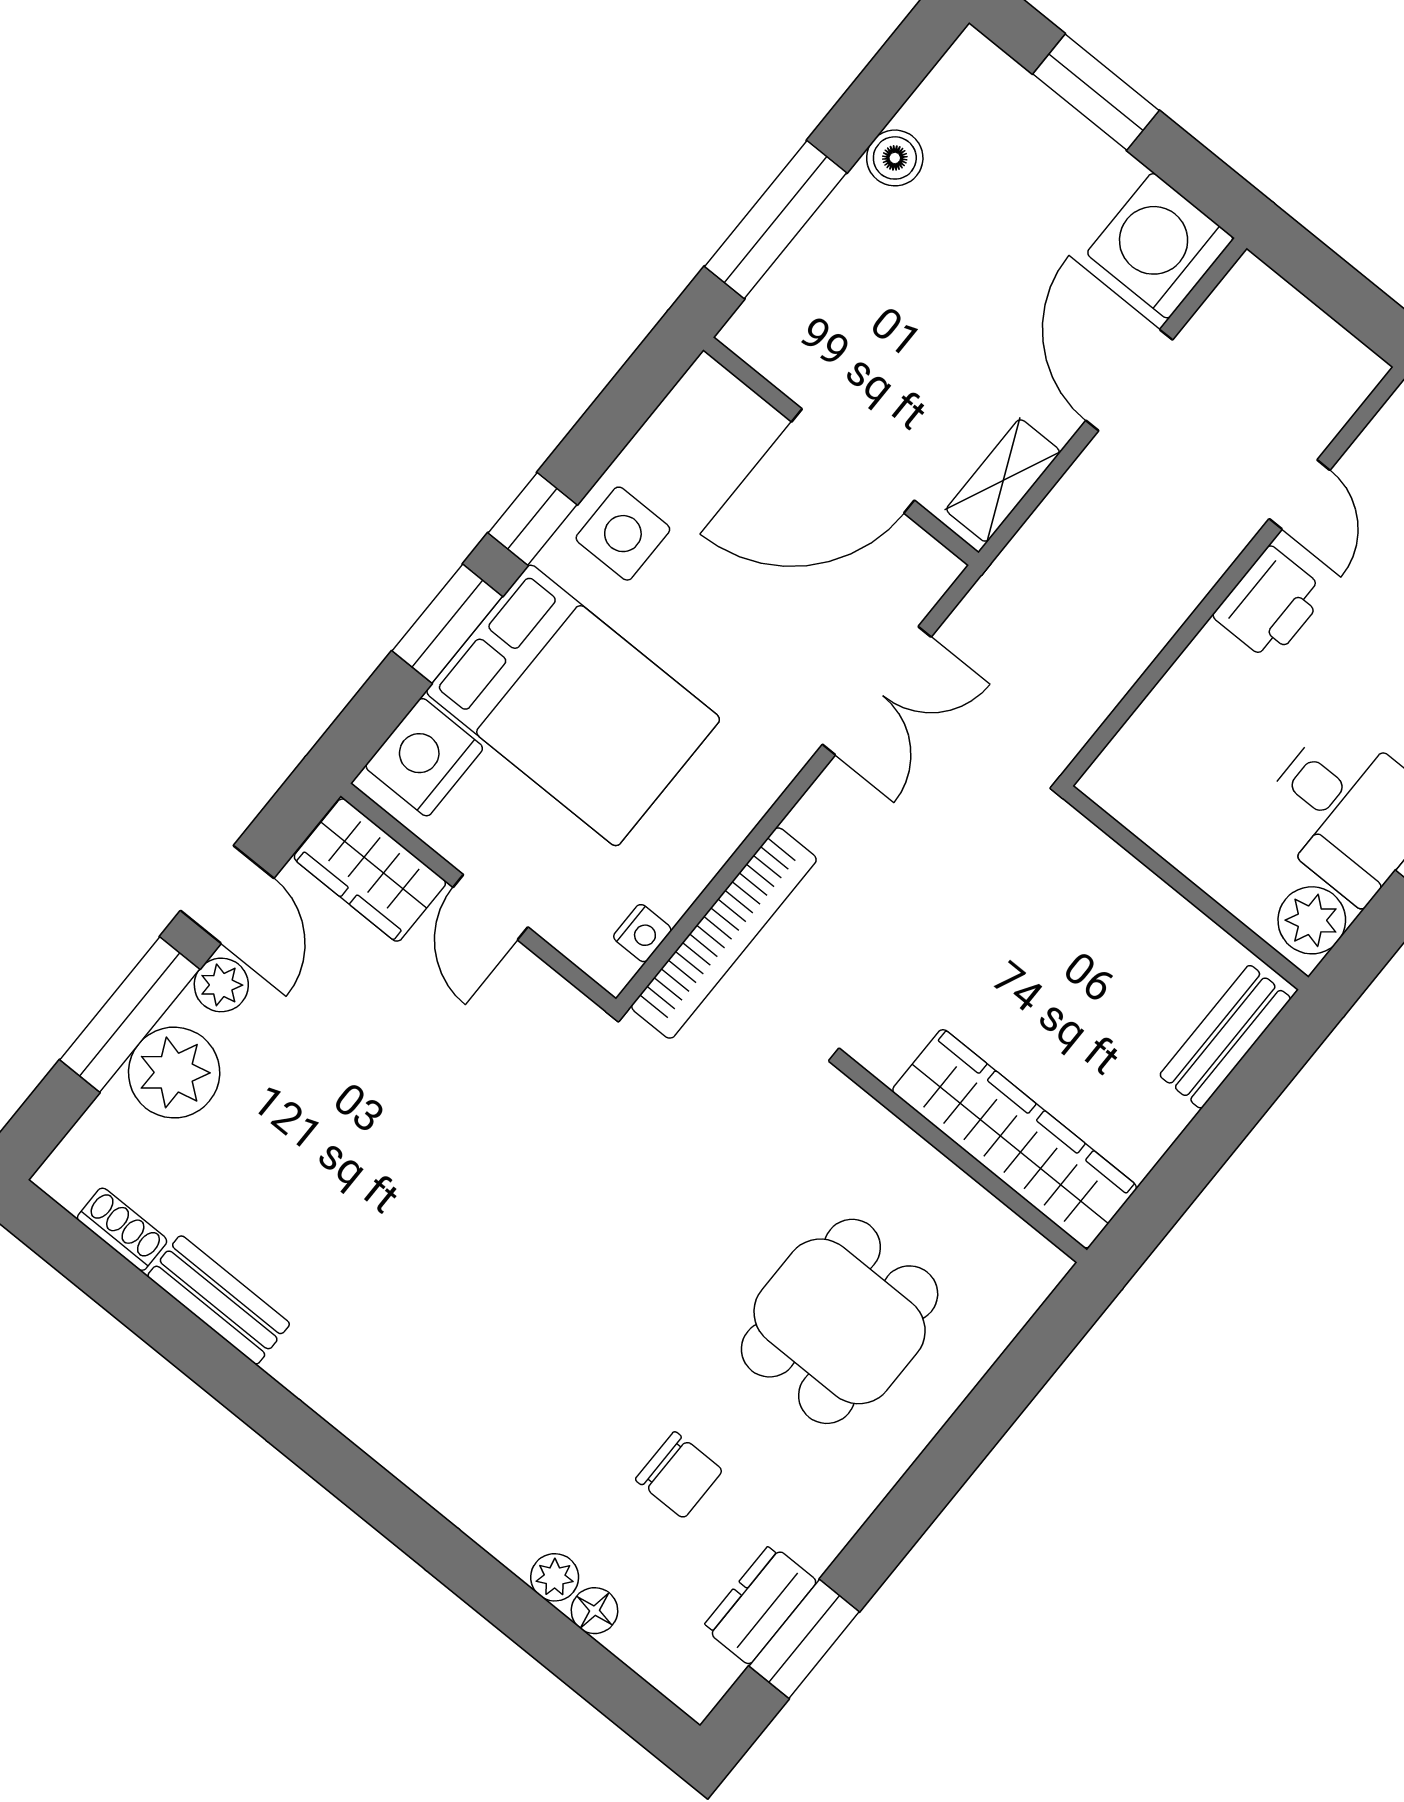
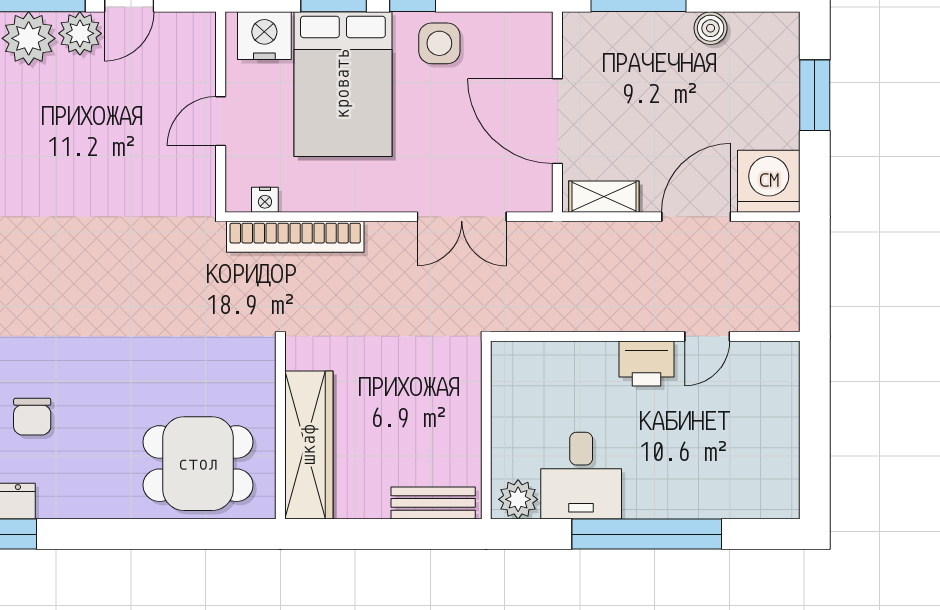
wardrobe: (370, 870) -> (193, 53), removed
plant: (221, 985) -> (80, 33), width x1.38, depth x1.38
dining table: (840, 1321) -> (198, 464), moved

